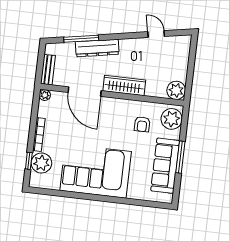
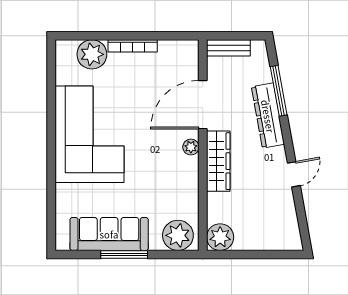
door: (156, 34) -> (294, 174), moved
plant: (45, 95) -> (191, 147), moved
armchair: (142, 124) -> (165, 194), removed
window: (29, 161) -> (93, 36), removed

